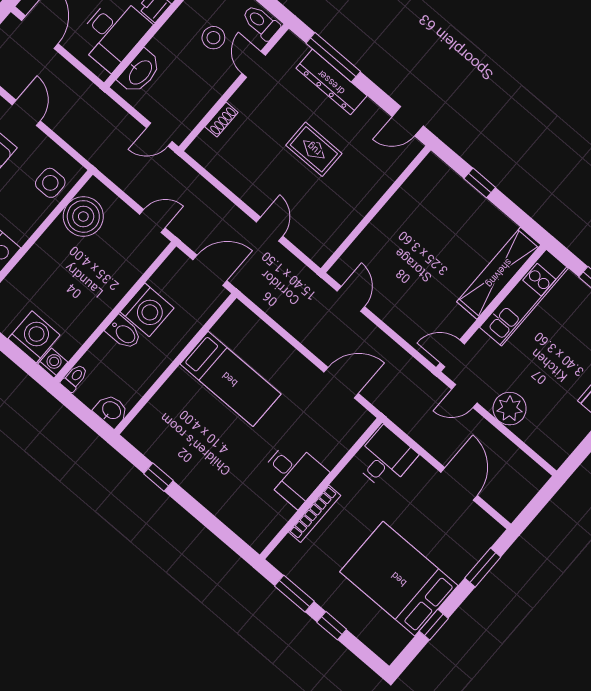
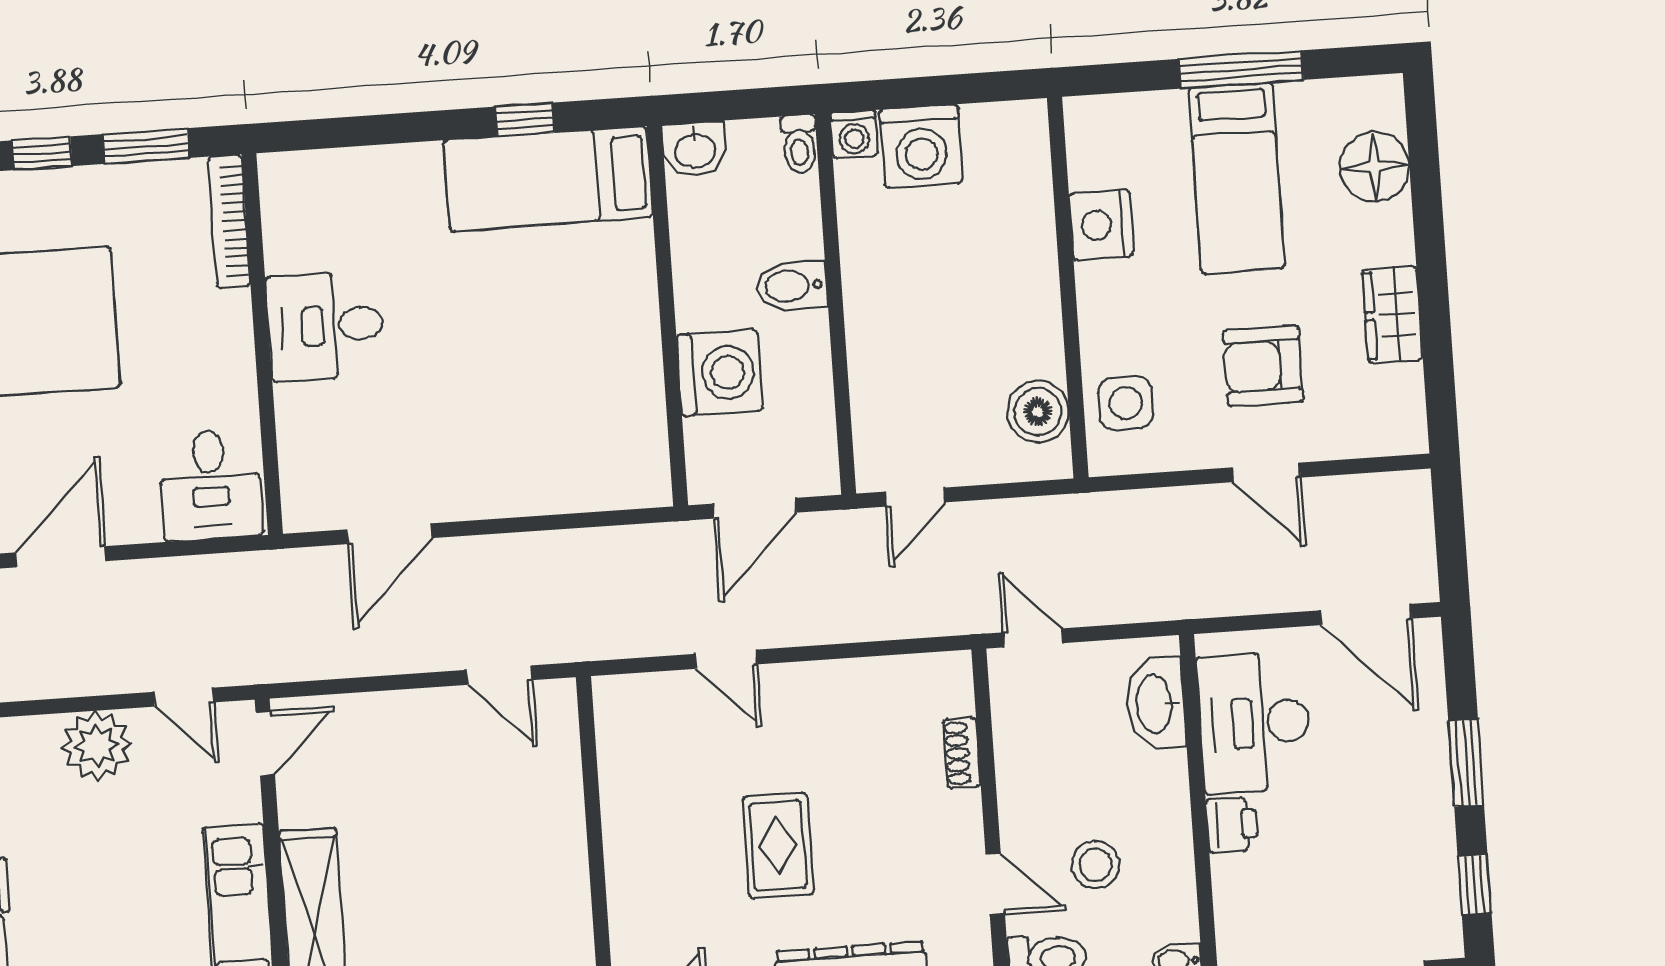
door: (159, 135) -> (1033, 638), hinge flipped
rug: (314, 149) -> (778, 846), turned 90
boiler: (83, 216) -> (1038, 412), width x0.73, depth x0.73
washing machine: (147, 310) -> (720, 373), moved, turned 180
bed: (230, 379) -> (548, 179), moved
door: (464, 396) -> (184, 697), swing flipped
door: (459, 484) -> (61, 557), swing flipped
bookcase: (315, 514) -> (229, 221), moved

